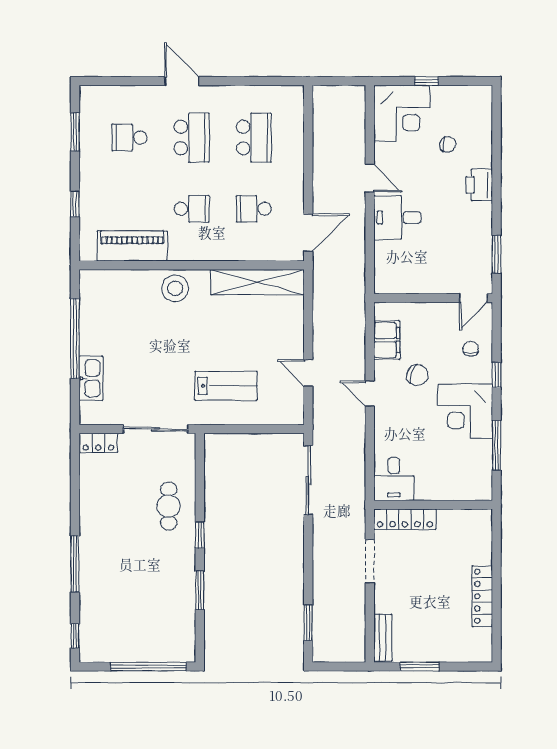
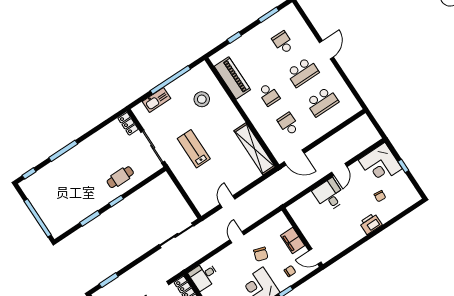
window: (497, 254) -> (343, 254), removed
stool: (175, 288) -> (202, 99), moved
filing cabinet: (387, 340) -> (293, 240), moved, turned 90
lab bench: (226, 386) -> (194, 149), moved, turned 180

